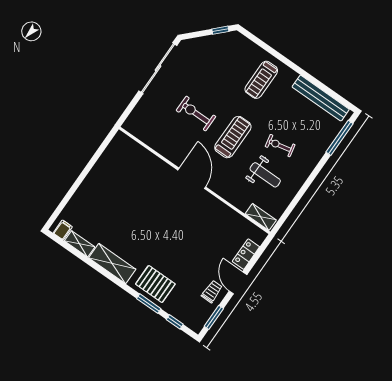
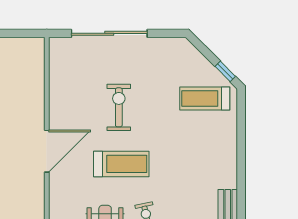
sliding door: (158, 68) -> (109, 33), moved
treadmill: (261, 80) -> (205, 98), moved

